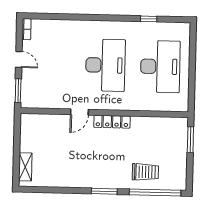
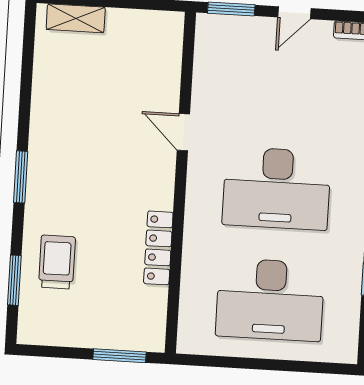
locker: (112, 122) -> (158, 248), moved
trolley: (145, 172) -> (57, 262), turned 180
window: (155, 192) -> (14, 280), width x0.47

